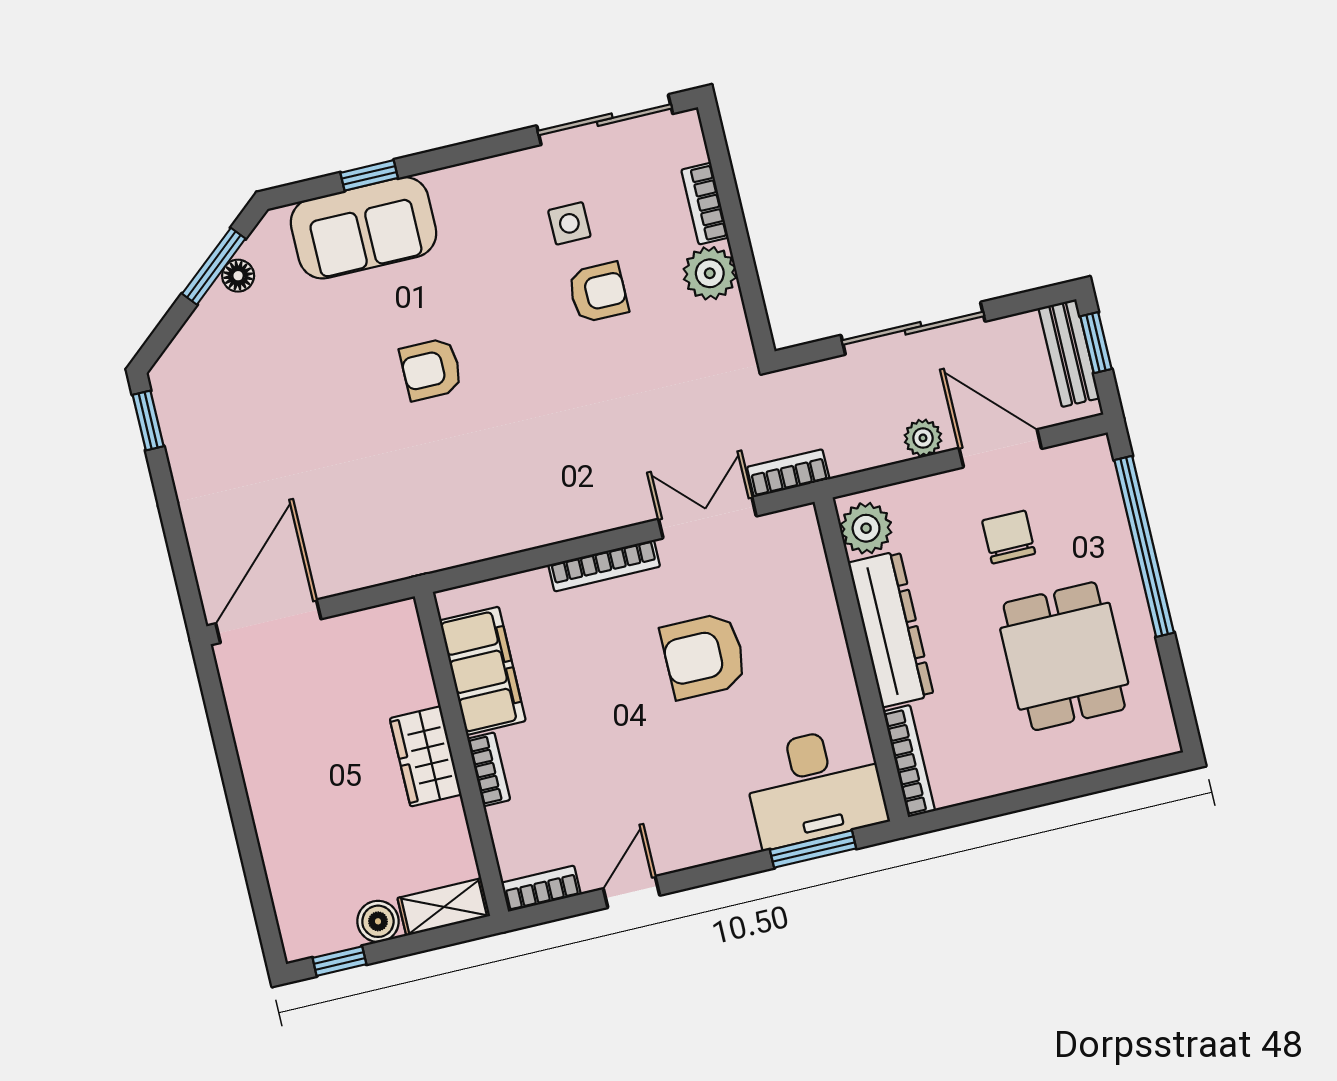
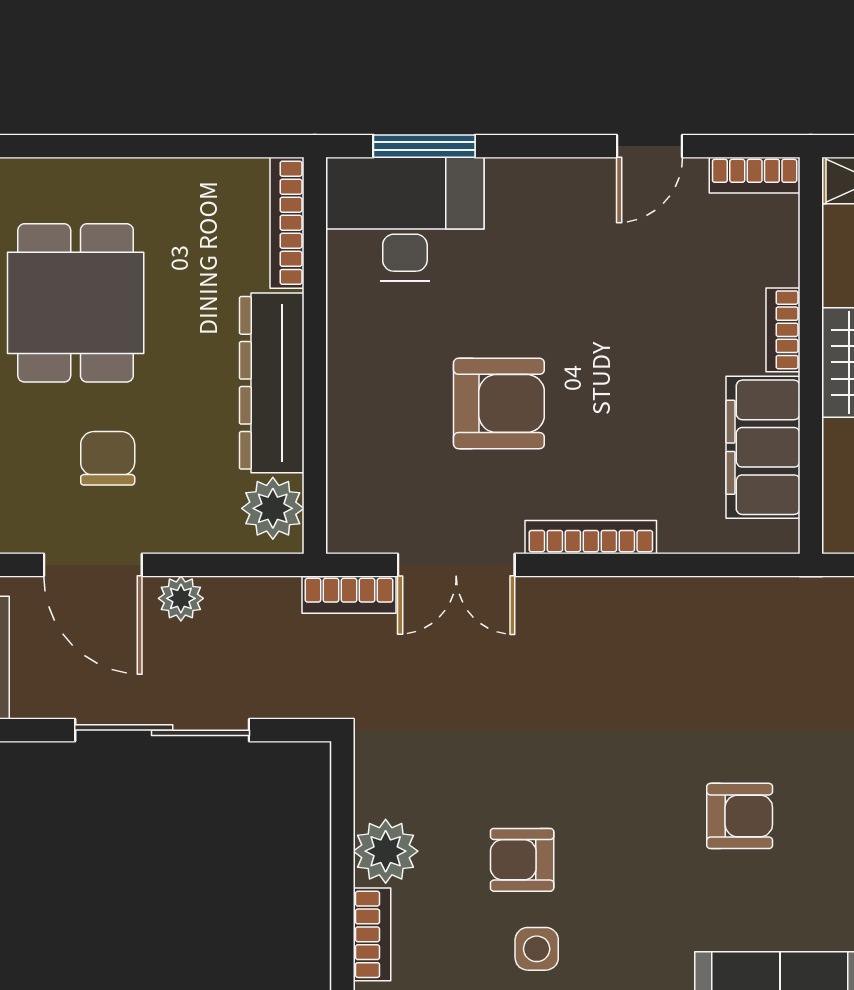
chair: (1009, 537) -> (108, 458), turned 180

